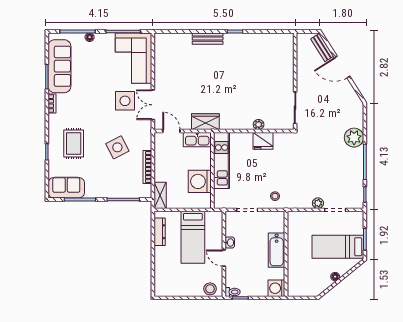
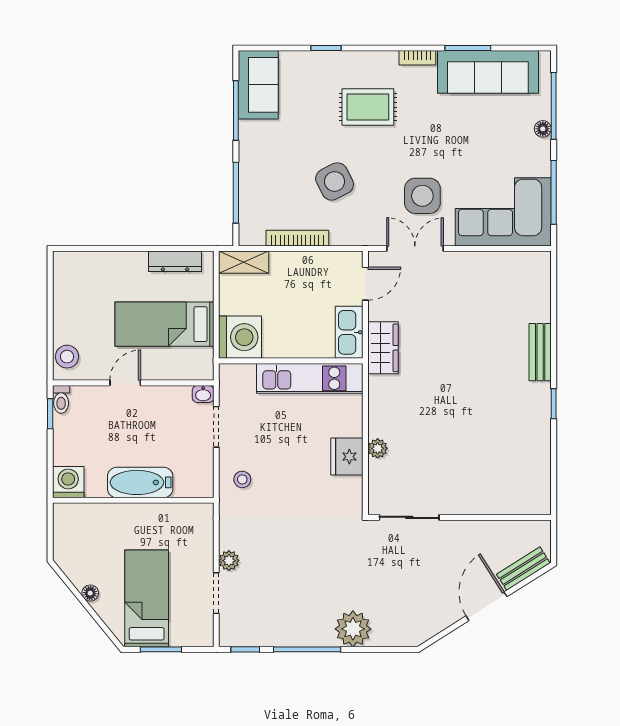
rug: (74, 144) -> (368, 107), moved
washing machine: (200, 181) -> (240, 337), moved, turned 90
washbasin: (230, 243) -> (203, 394), moved

